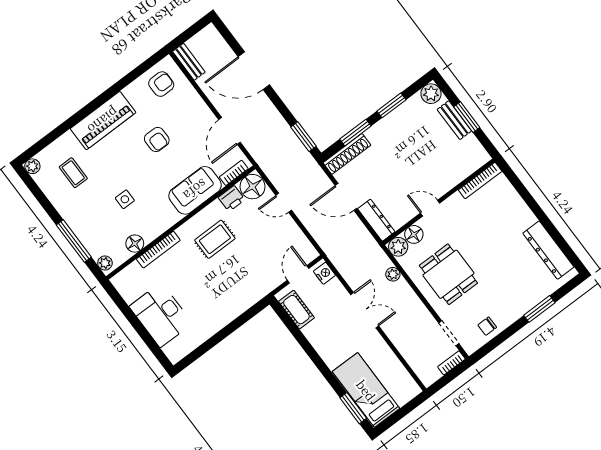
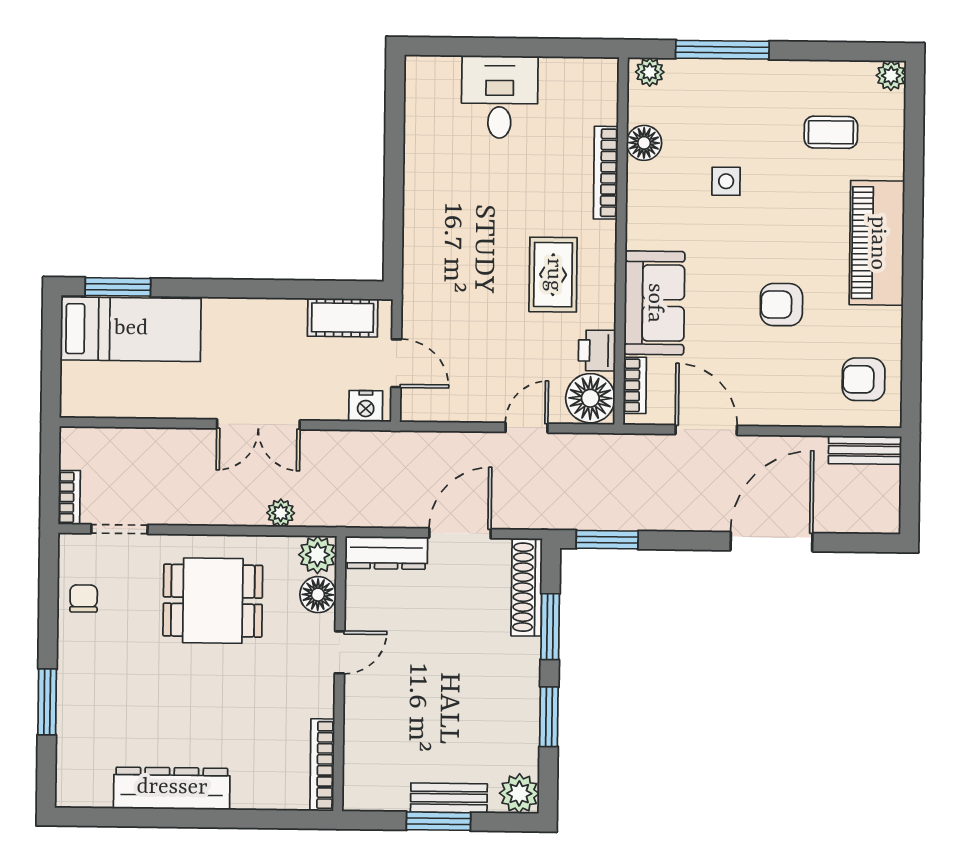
armchair: (161, 84) -> (864, 379), turned 90
dresser: (548, 250) -> (172, 788), moved
desk: (161, 315) -> (500, 97), width x0.73

